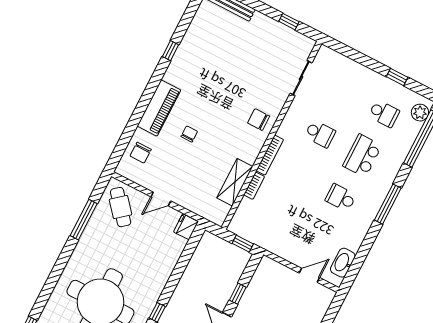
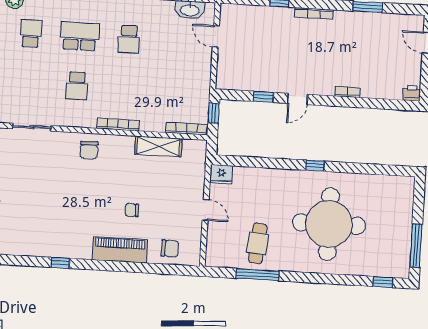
school desk: (320, 134) -> (77, 86), turned 180
school desk: (362, 156) -> (80, 36), turned 180
bookcase: (254, 186) -> (187, 129), moved, width x1.56
cafe table: (121, 207) -> (258, 243), moved, turned -45

